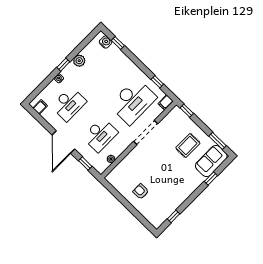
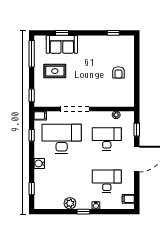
water cooler: (106, 42) -> (39, 163), moved
window: (218, 141) -> (32, 54), width x1.44
sofa: (211, 161) -> (62, 44), moved

